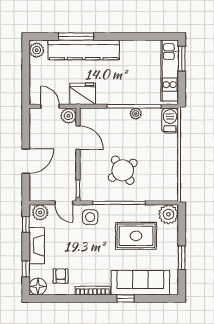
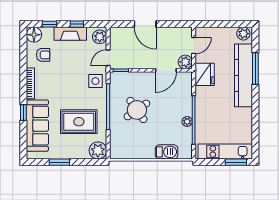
barbecue: (170, 121) -> (167, 152), moved
window: (26, 224) -> (77, 24), moved
rug: (136, 236) -> (79, 122), turned 90

